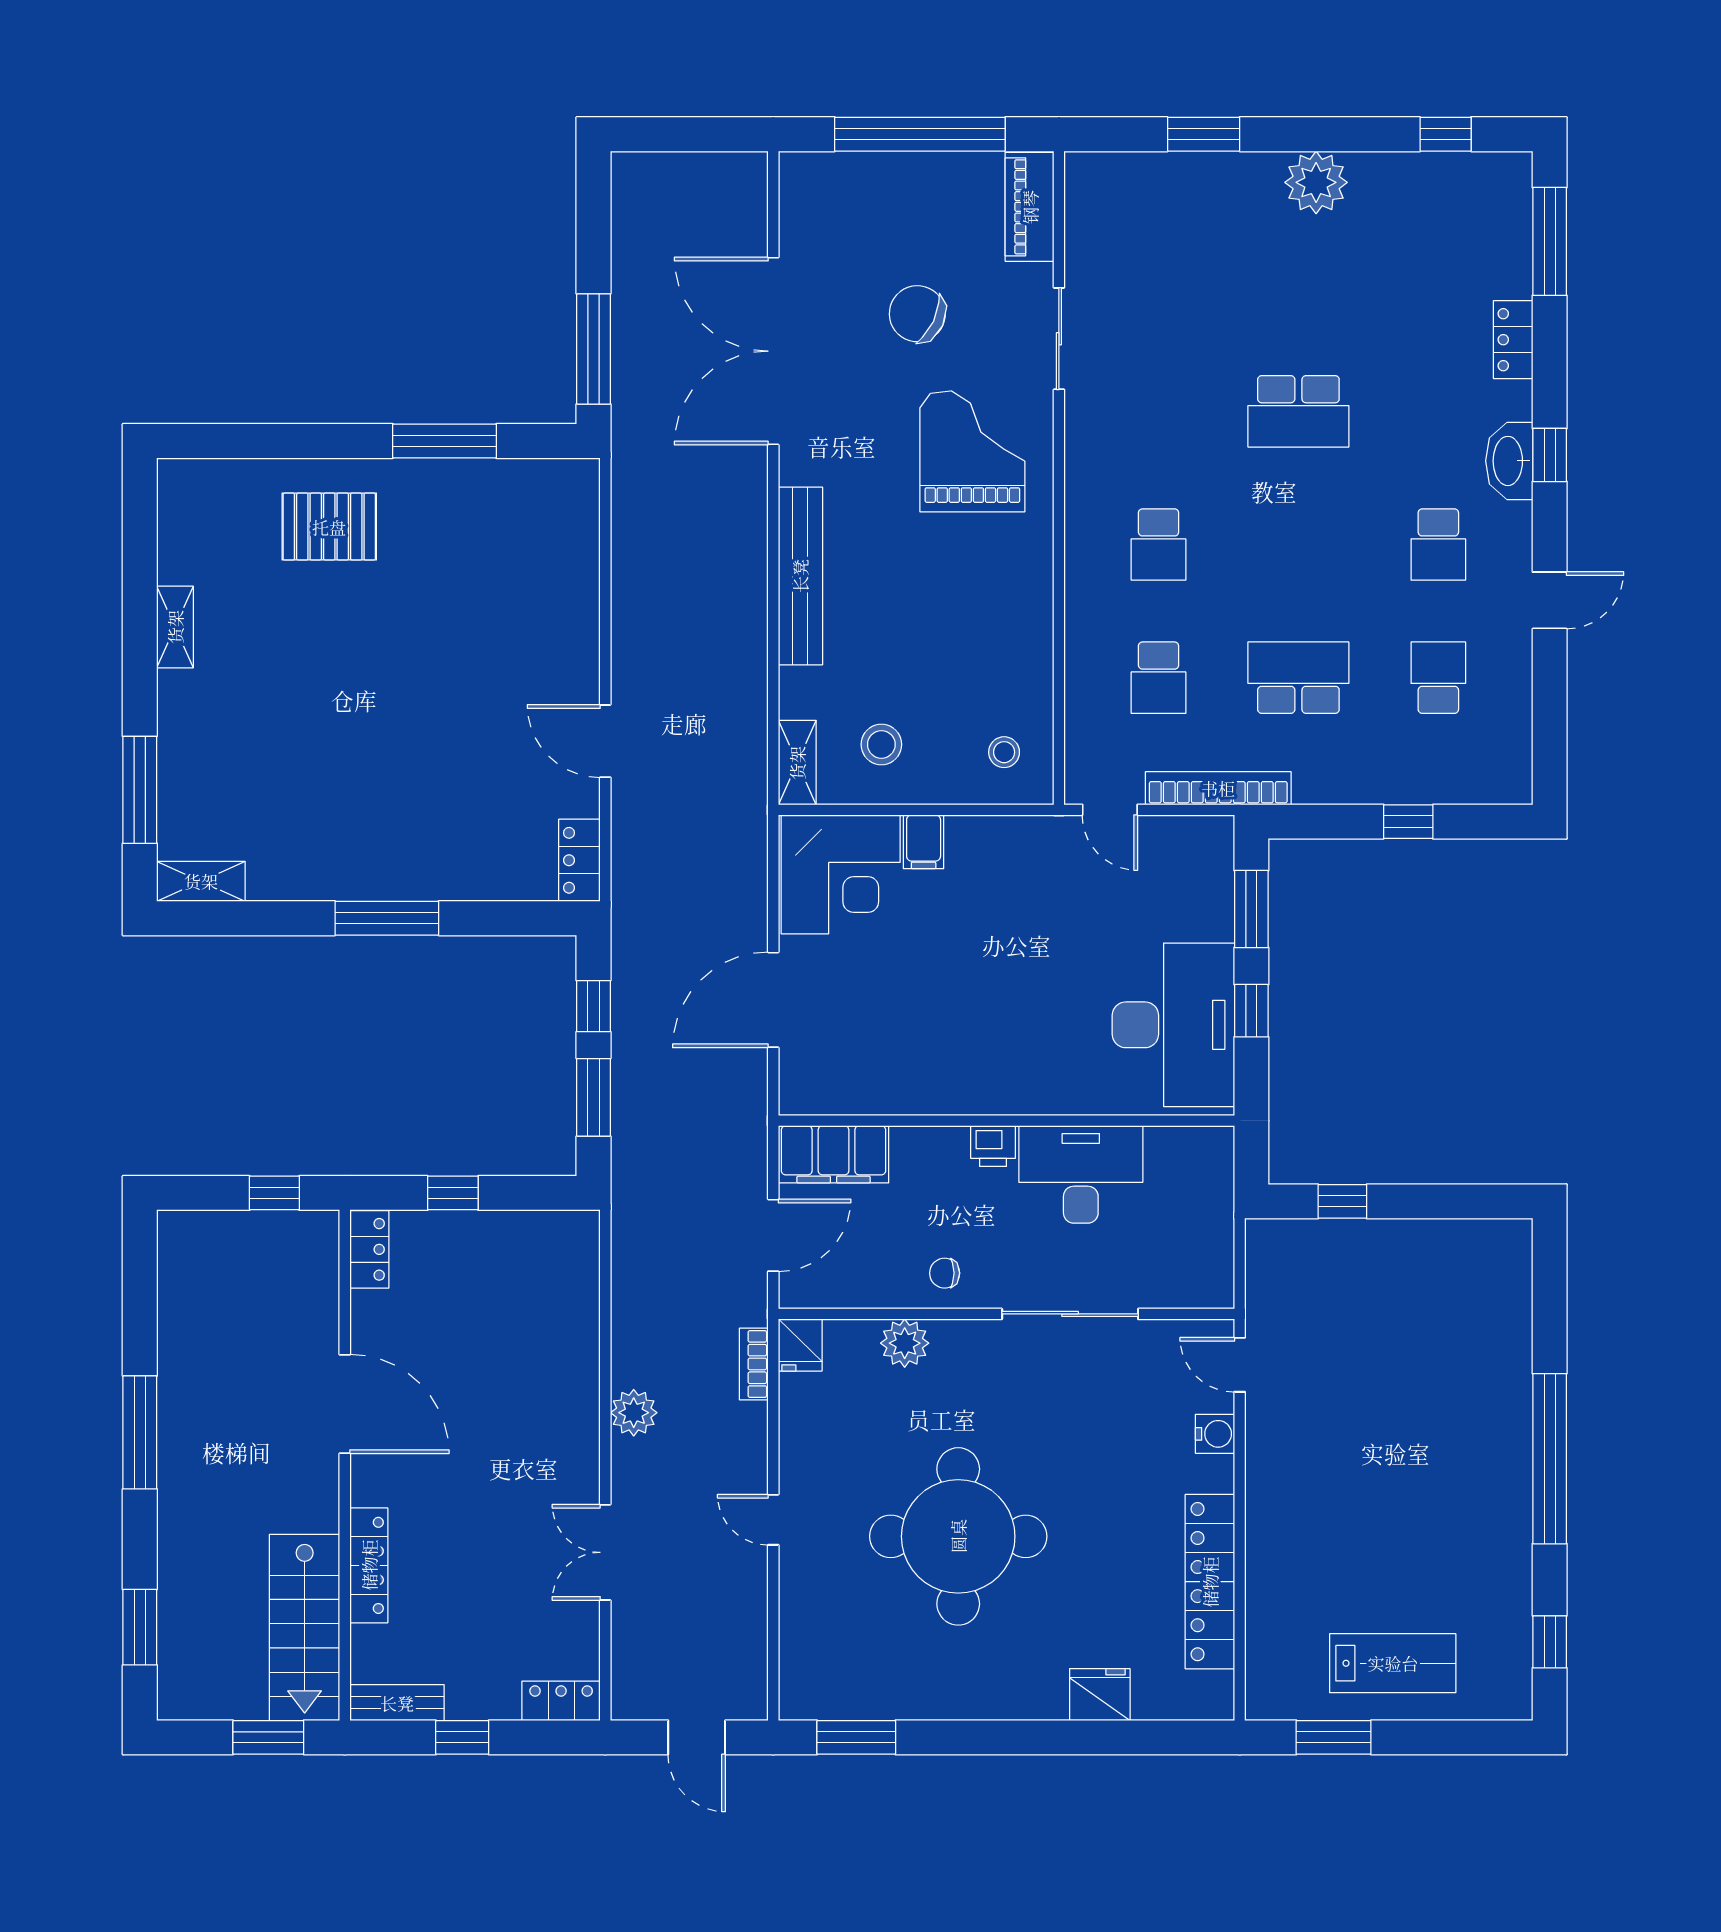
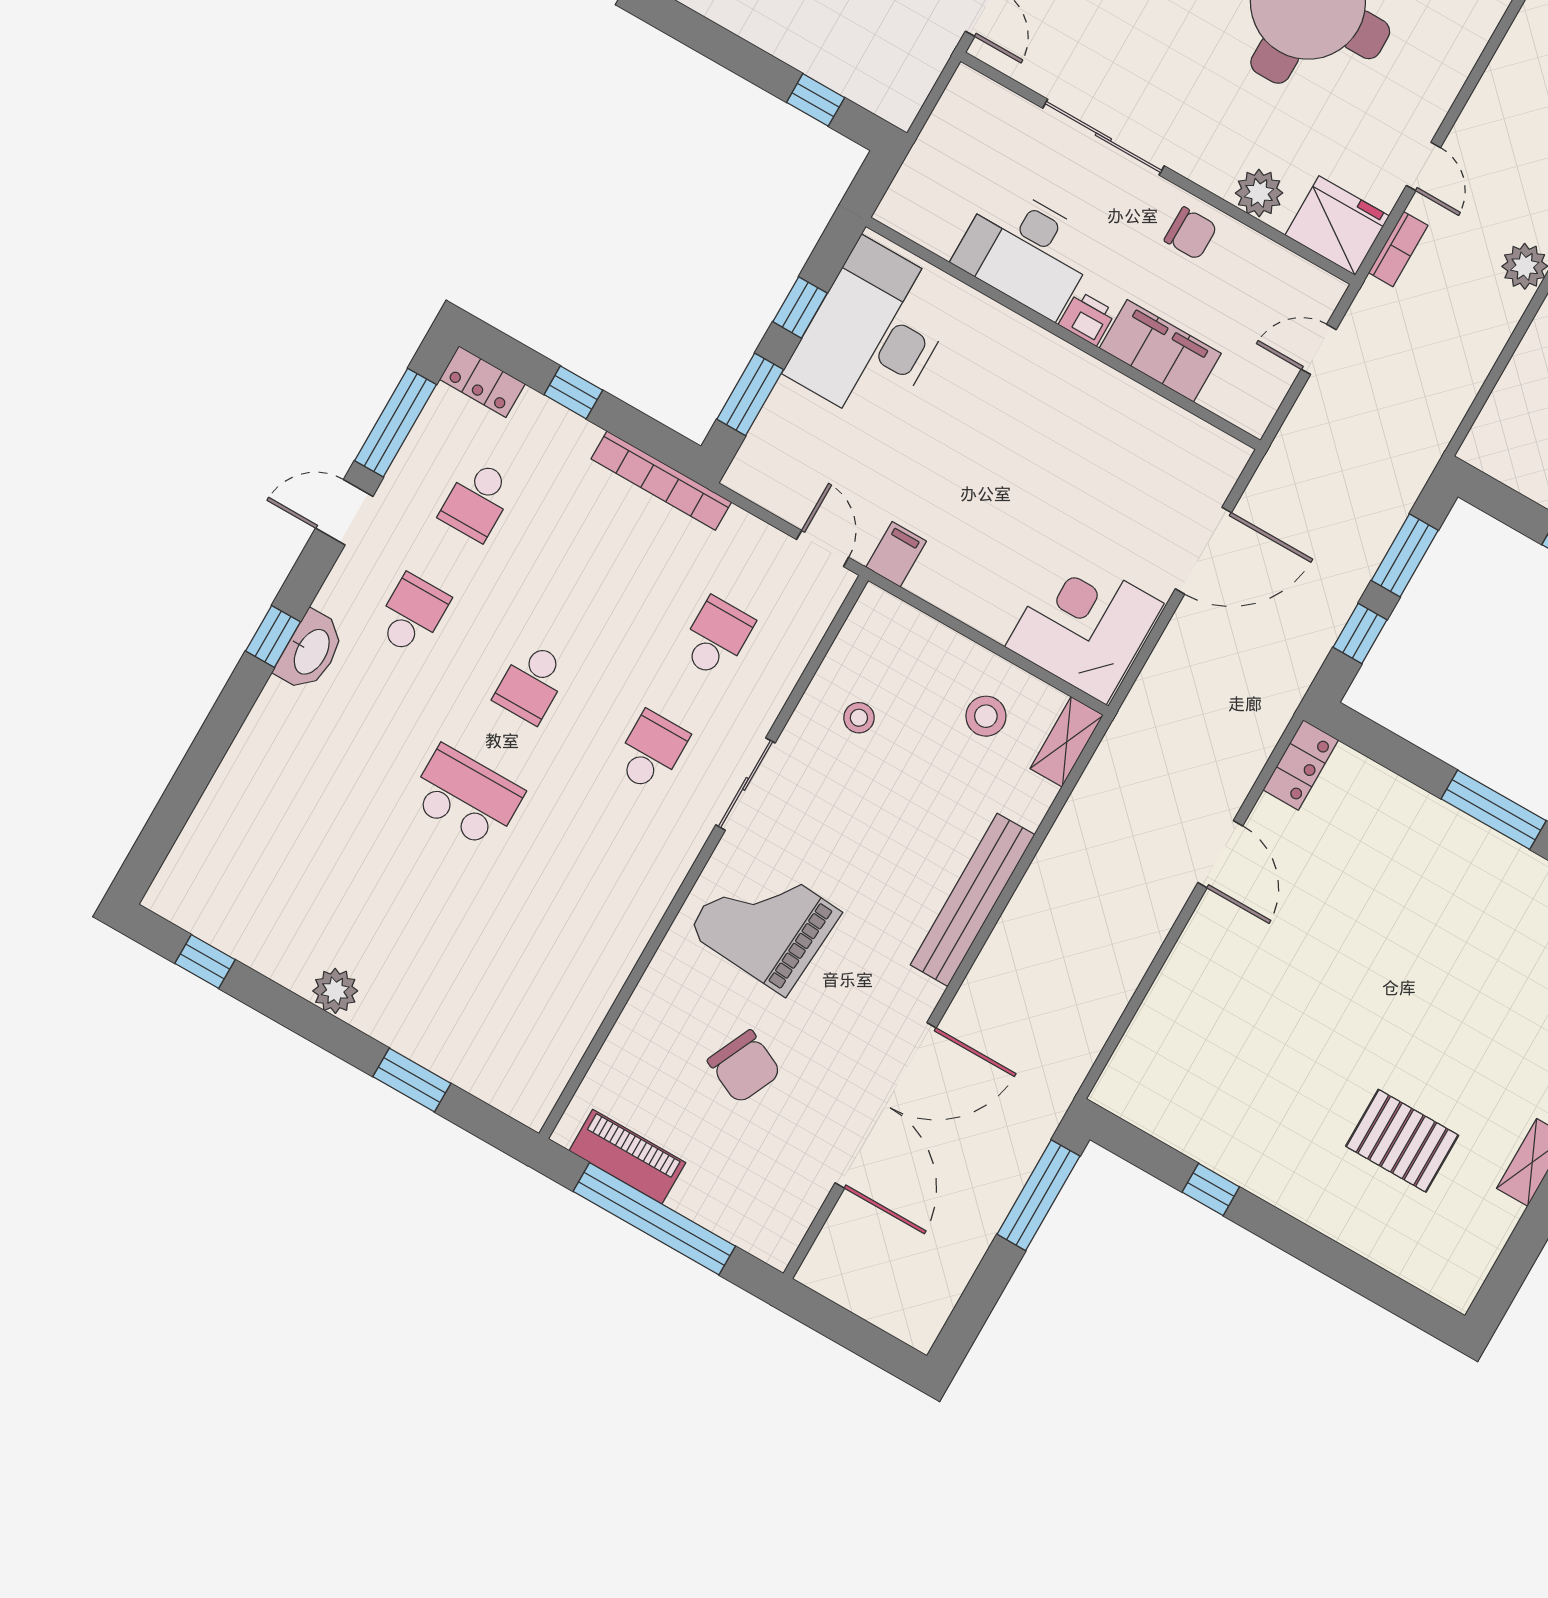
plant: (1316, 182) -> (335, 991), width x0.73, depth x0.73
piano: (1030, 207) -> (627, 1157), moved, turned -90
window: (1550, 241) -> (396, 423), moved
sliding door: (1059, 339) -> (746, 784), moved
locker: (1513, 340) -> (482, 382), moved, turned 90
window: (444, 441) -> (1211, 1189), width x0.46
grand piano: (972, 451) -> (765, 922), turned 94
pallet: (329, 527) -> (1402, 1141), moved
school desk: (1298, 678) -> (532, 683), moved, width x0.54
stool: (1004, 752) -> (859, 718), moved
bookcase: (1218, 788) -> (661, 481), moved
filing cabinet: (924, 842) -> (896, 554), moved
filing cabinet: (834, 1154) -> (1160, 351), moved
door: (773, 1235) -> (1319, 349), width x0.73
chair: (945, 1273) -> (1191, 233), width x1.37, depth x1.37
fridge: (800, 1345) -> (1337, 226), width x1.88, depth x1.34
door: (773, 1520) -> (1423, 167), moved

